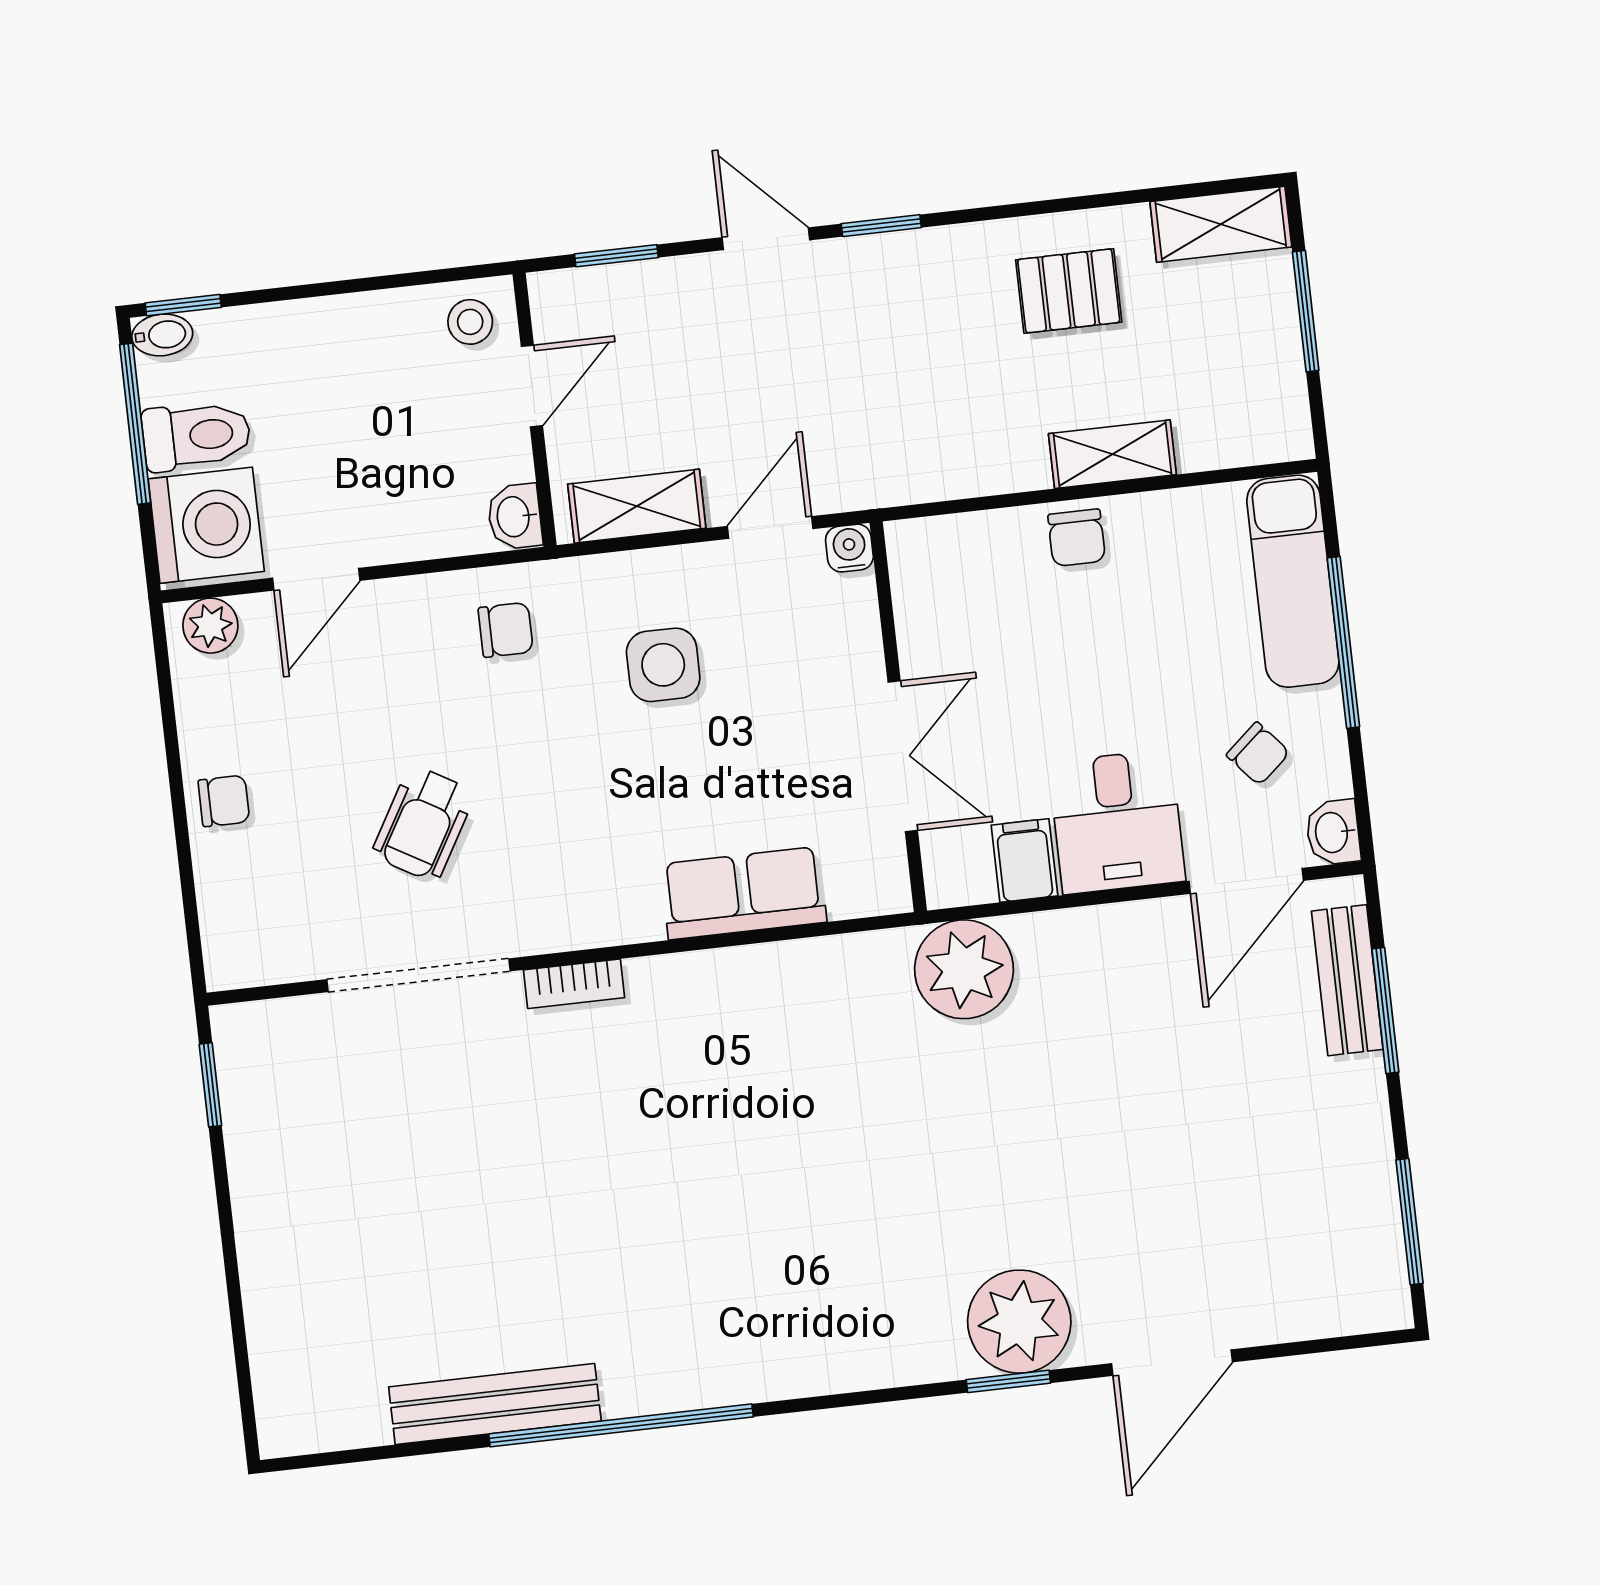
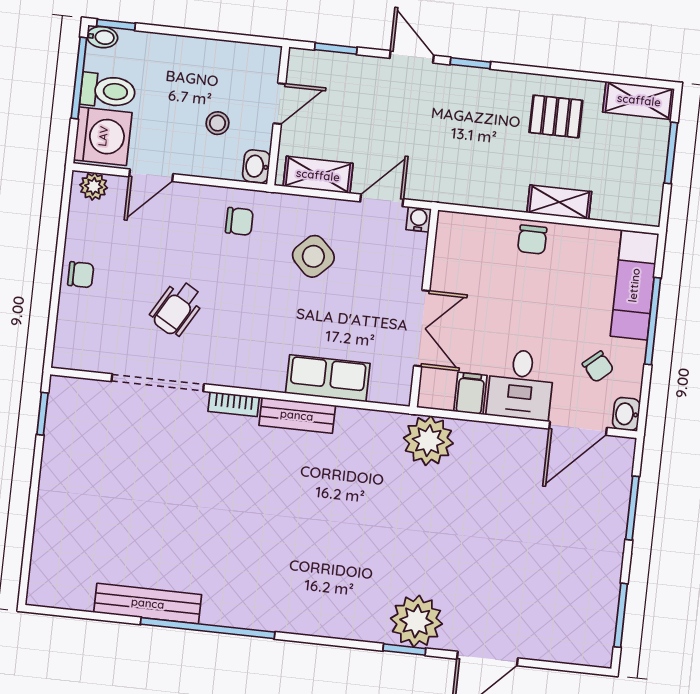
stool: (470, 322) -> (217, 123), moved
side table: (663, 665) -> (313, 256), turned 45
bench: (1347, 980) -> (297, 415), moved, turned 90

